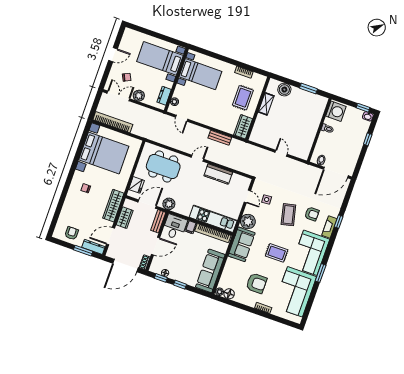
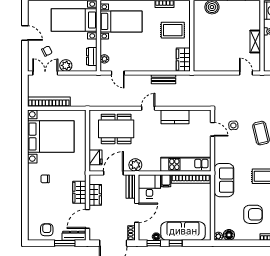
door: (113, 55) -> (25, 33), hinge flipped
rug: (243, 98) -> (173, 30), turned 90
shelving: (266, 104) -> (255, 42), moved
door: (281, 153) -> (246, 73), moved
wardrobe: (113, 206) -> (79, 192), width x0.67
plant: (248, 221) -> (222, 155), removed
sofa: (210, 271) -> (183, 231), moved, turned 90

